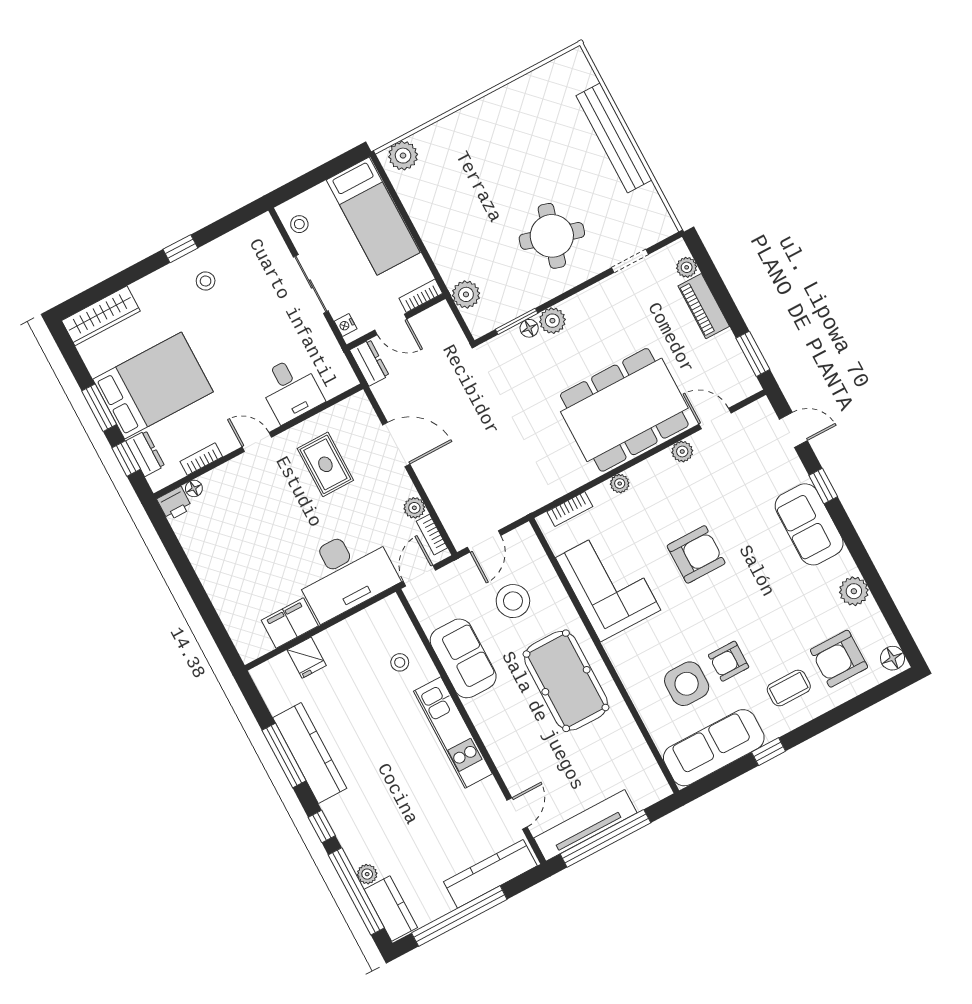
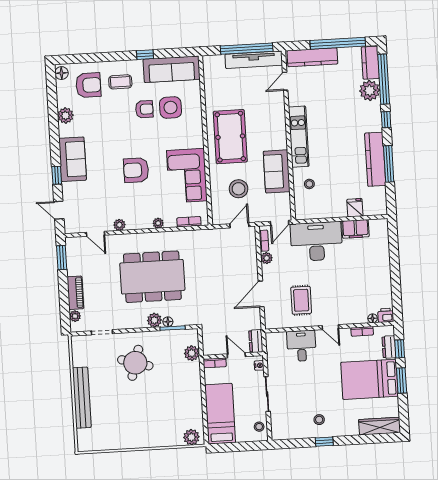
dining table: (624, 410) -> (152, 277), moved
door: (396, 444) -> (261, 294), hinge flipped
plant: (367, 874) -> (370, 91), width x1.88, depth x1.88

